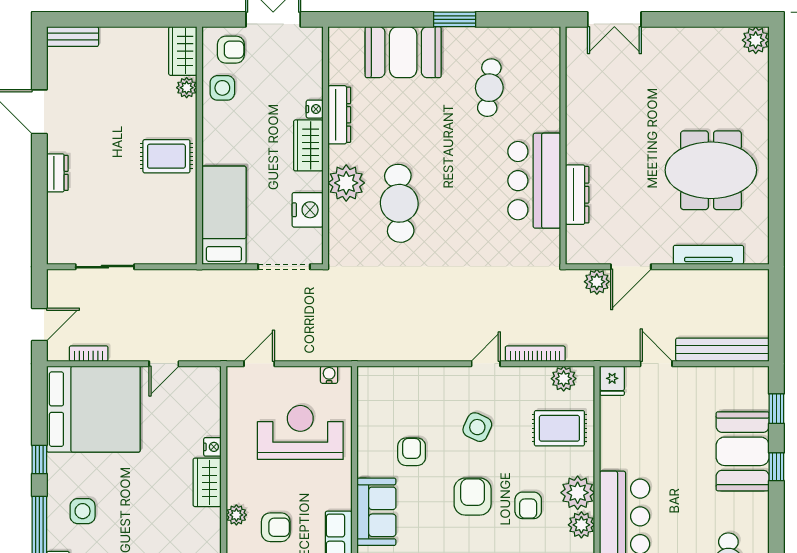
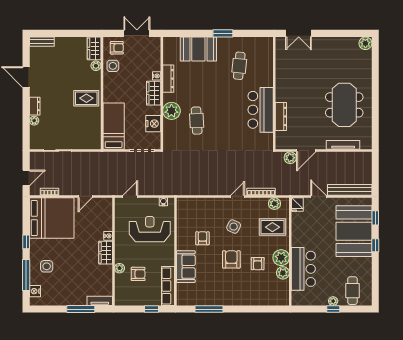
meeting table: (711, 170) -> (344, 105), turned 90
plant: (56, 203) -> (34, 121), added
cafe table: (399, 203) -> (197, 121), width x0.73, depth x0.74
booth: (743, 451) -> (354, 231), width x1.36, depth x1.42

